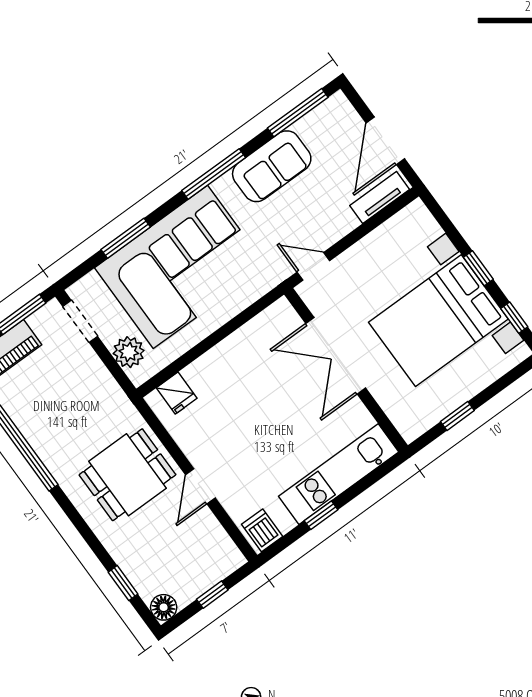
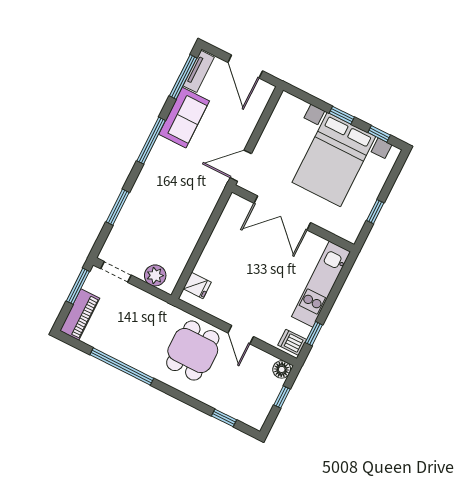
tv unit: (380, 197) -> (199, 71), moved, turned 180
door: (313, 266) -> (241, 166), width x1.38
corner sofa: (180, 267) -> (160, 207), removed
window: (321, 515) -> (314, 334), moved
floor lamp: (164, 607) -> (282, 369), moved

